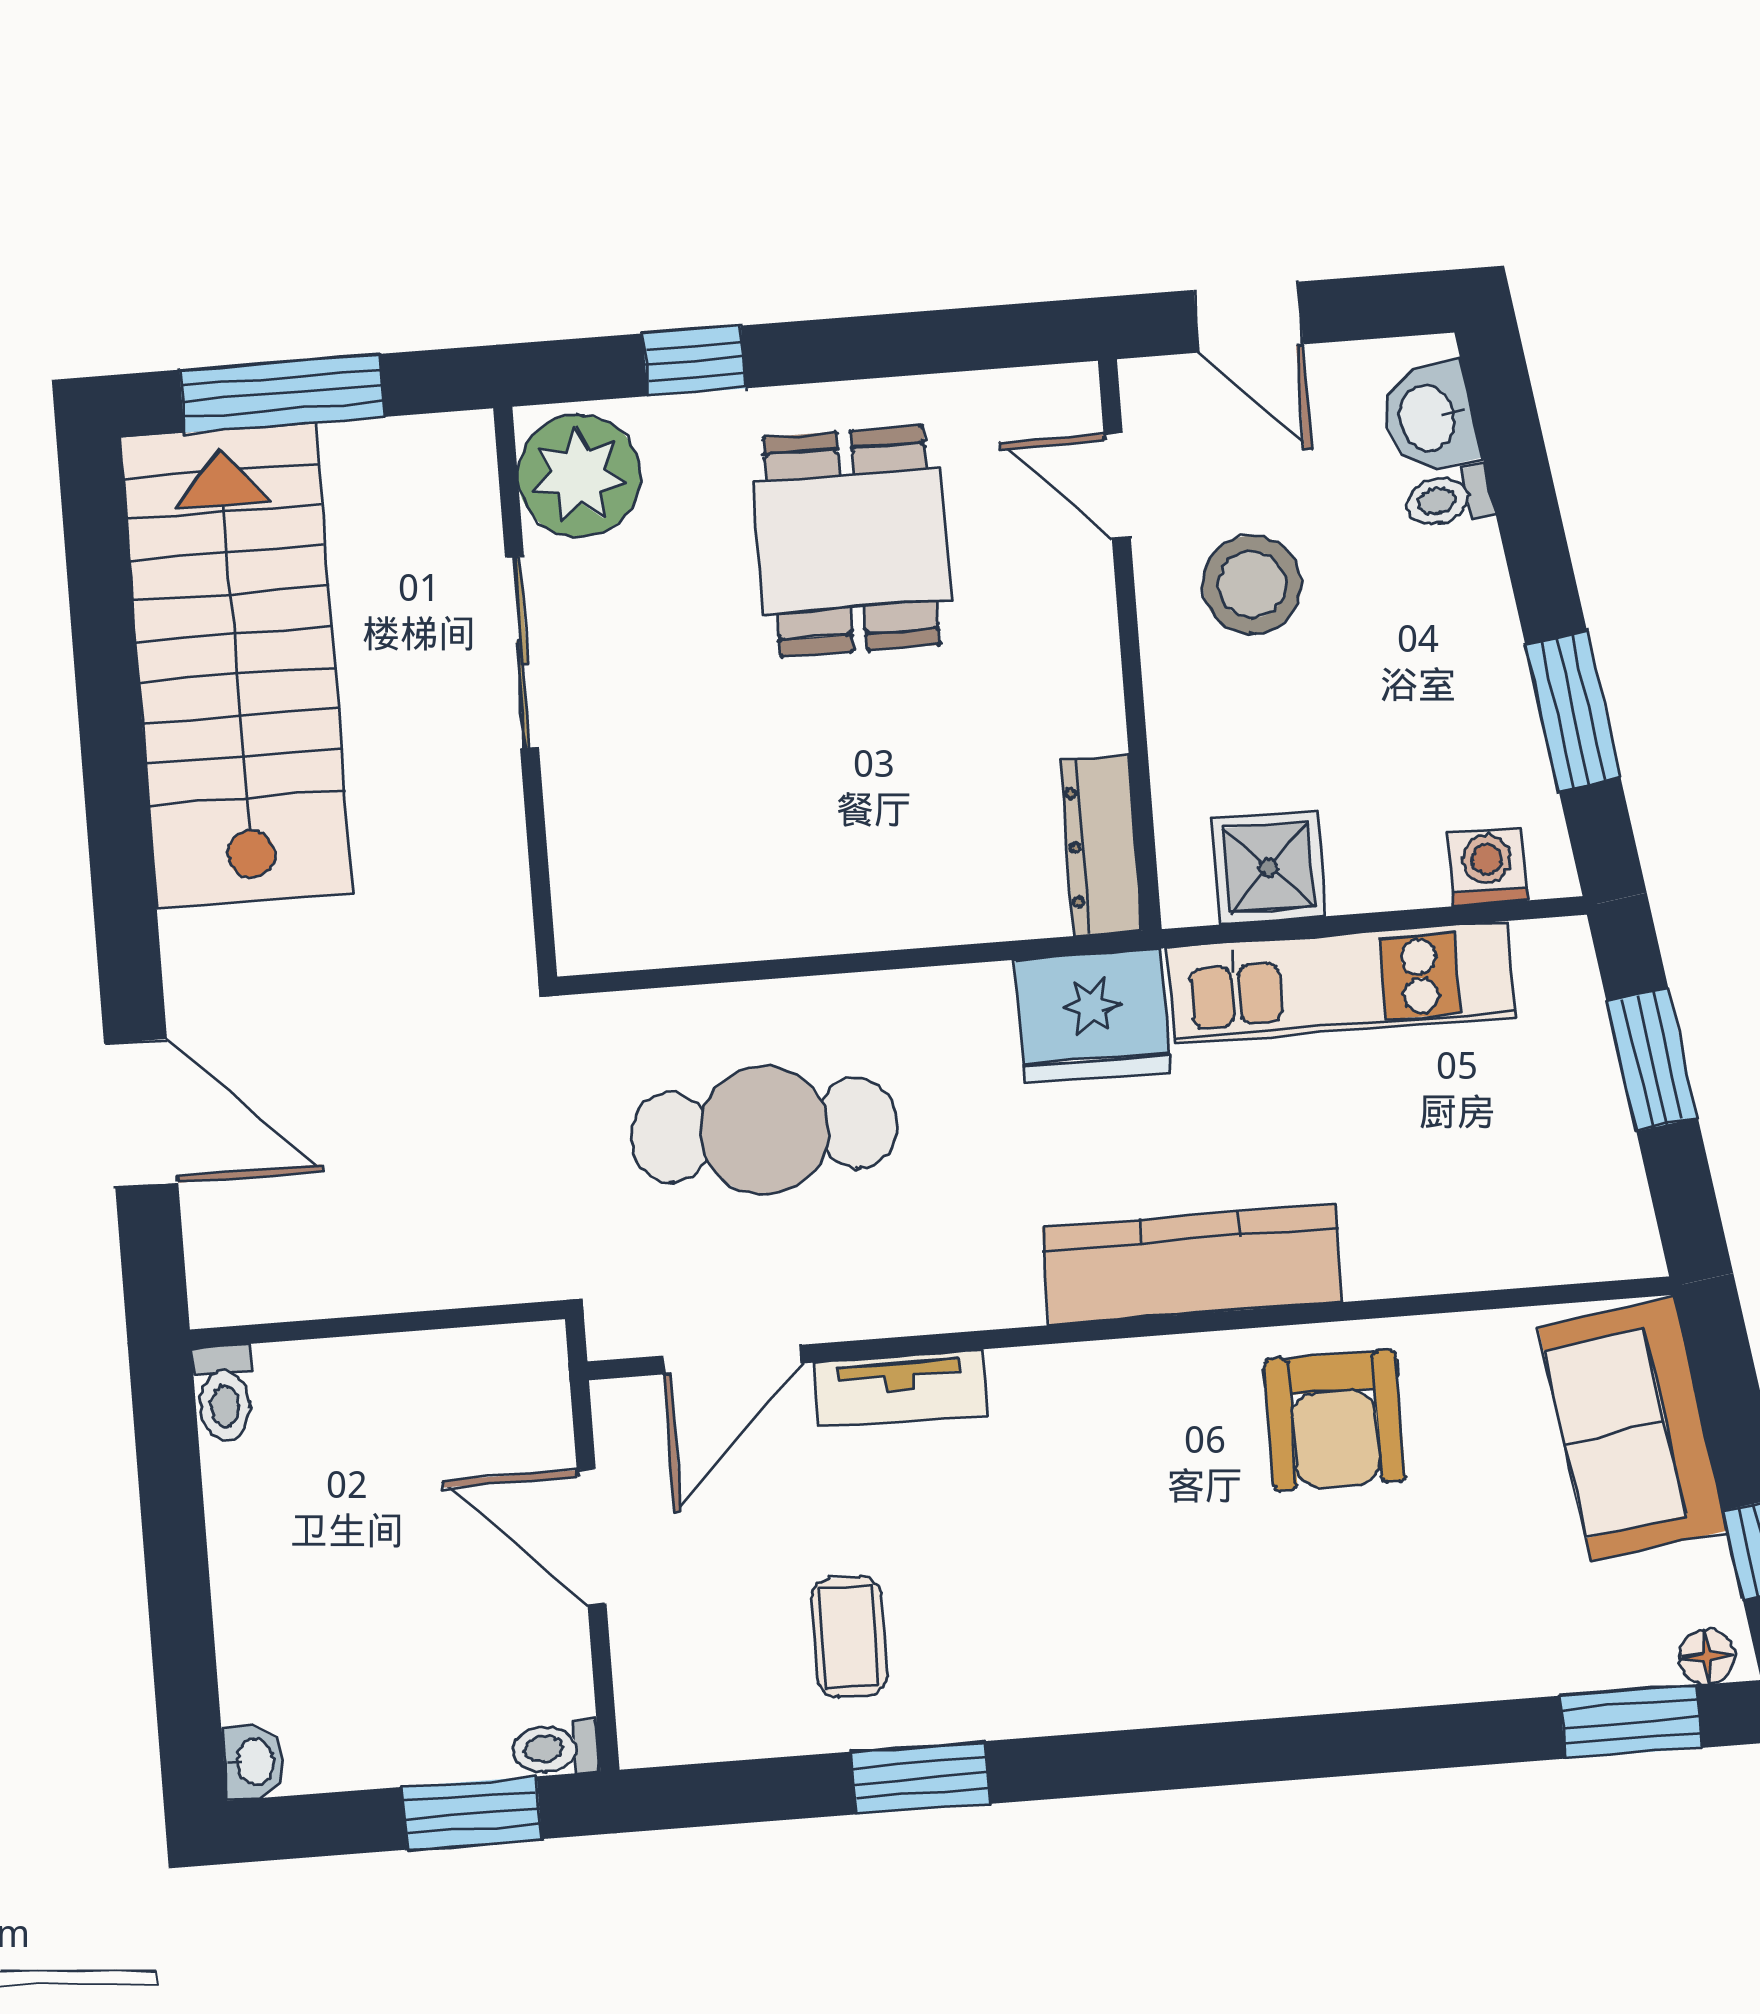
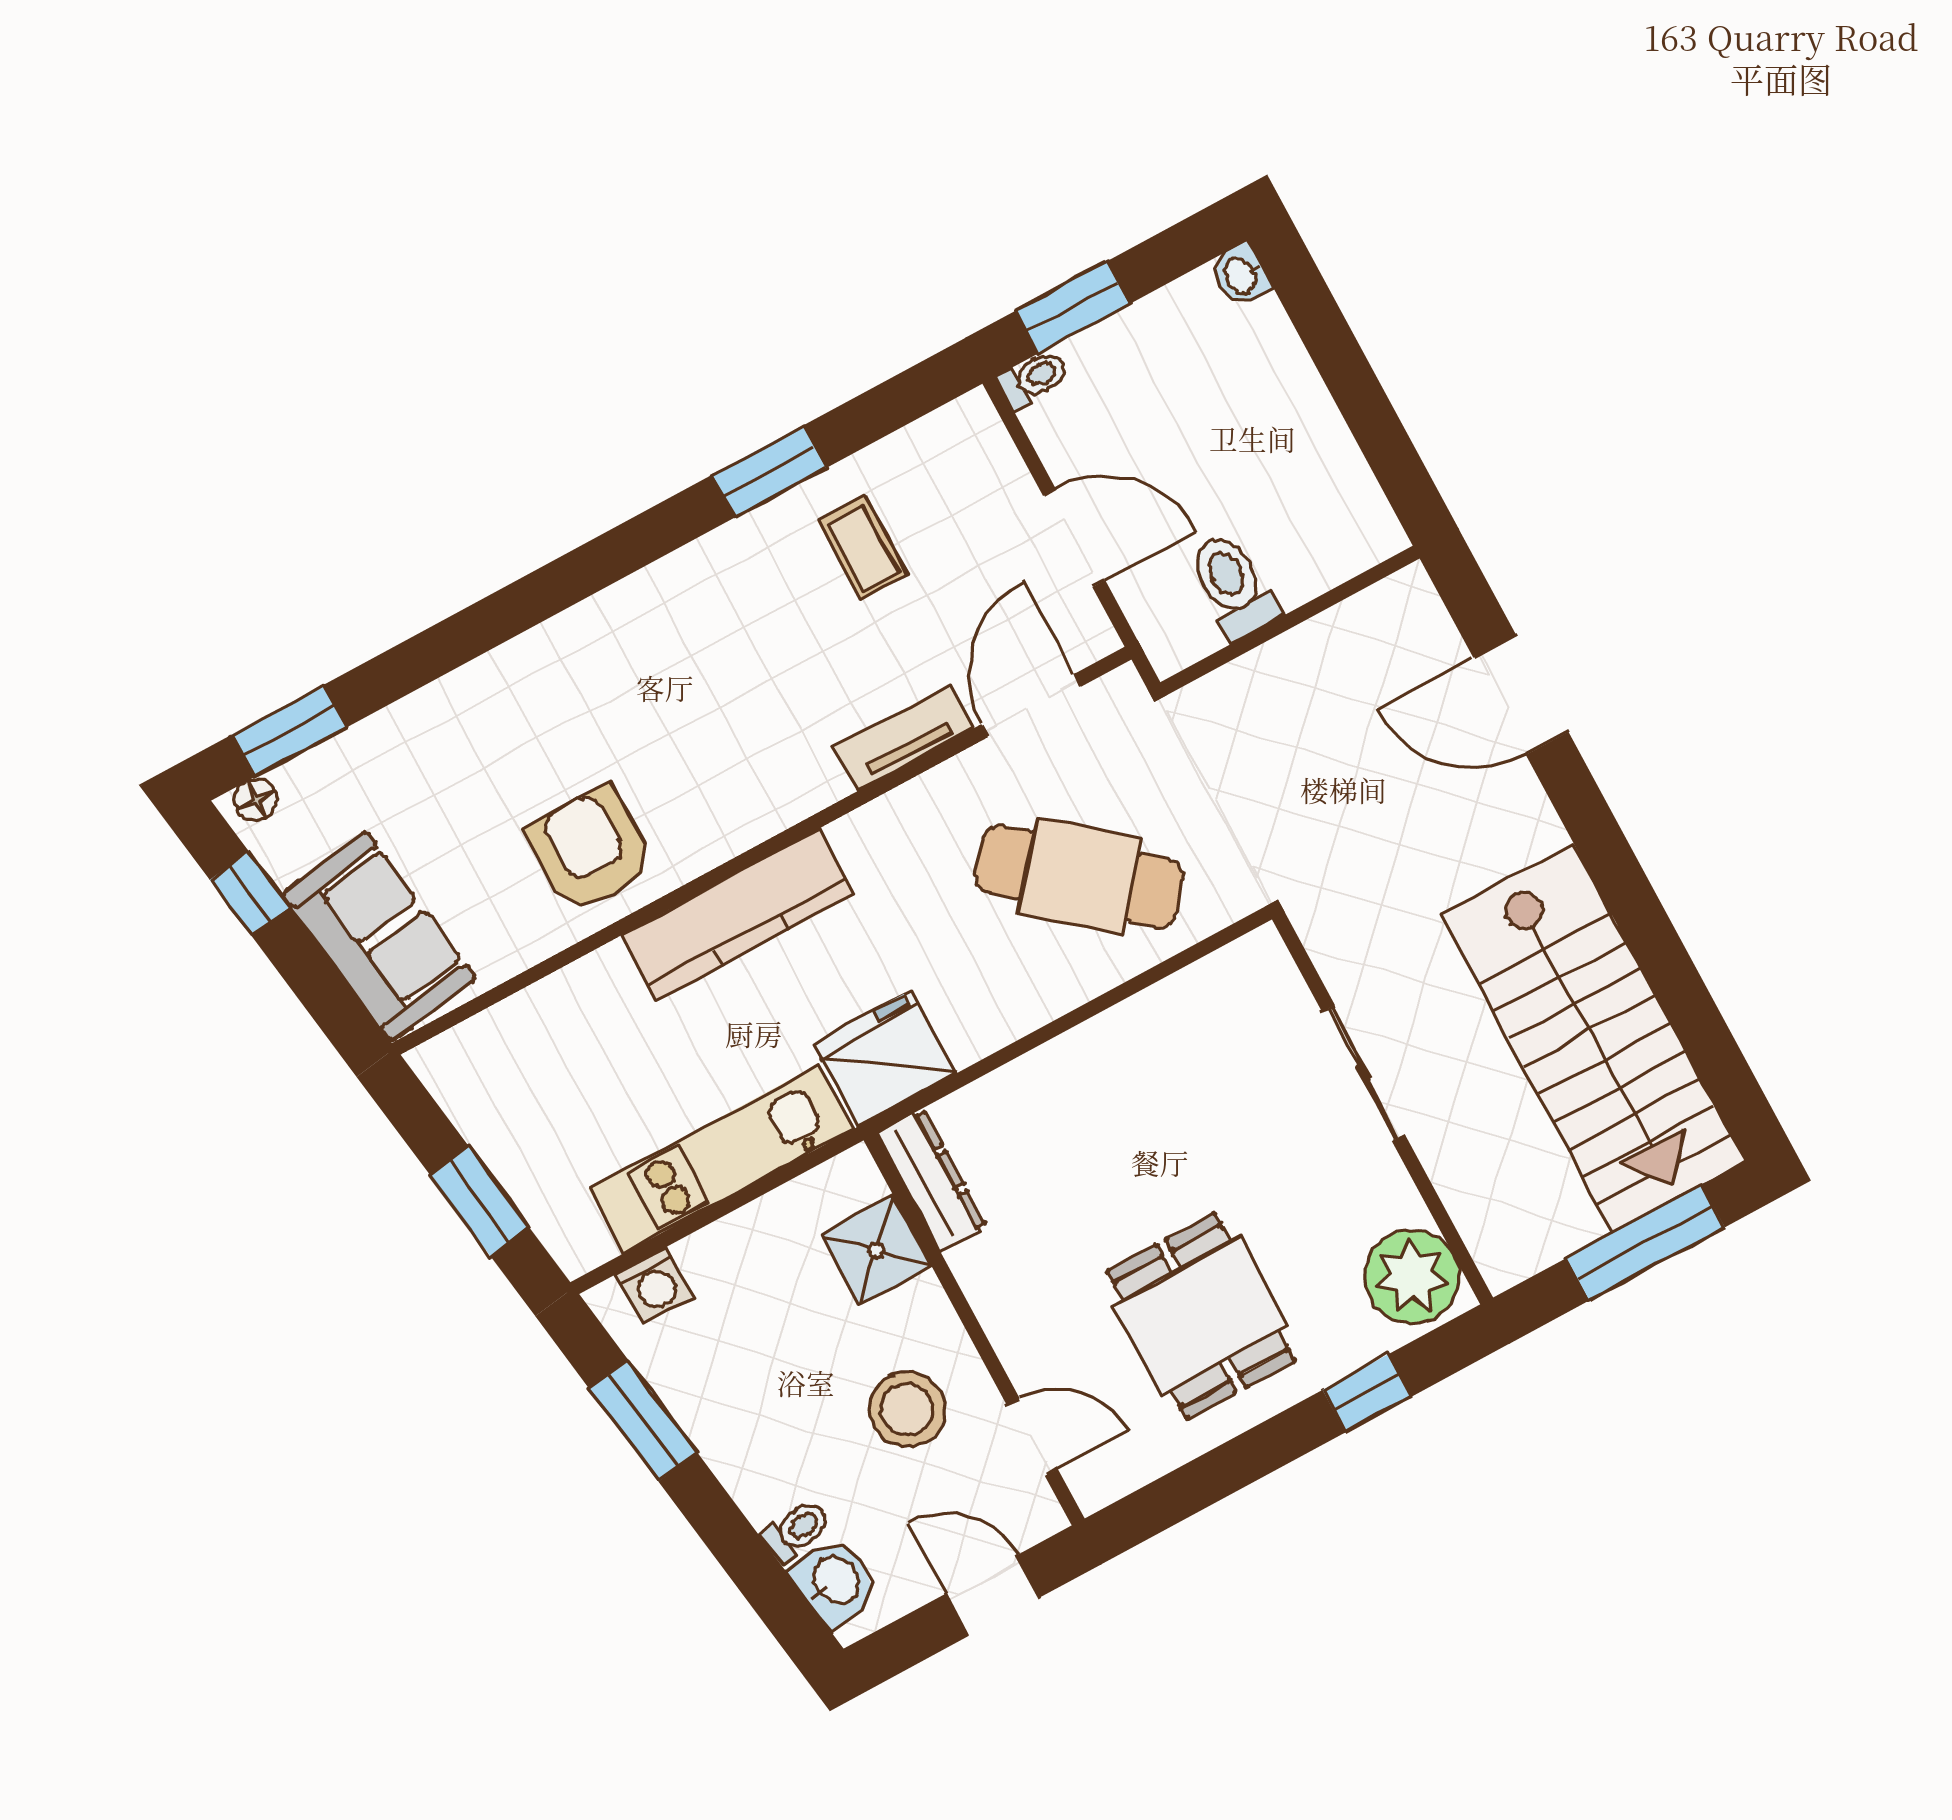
sliding door: (522, 652) -> (1363, 1073), moved
shower: (1269, 867) -> (877, 1250), moved
cafe table: (764, 1130) -> (1079, 876), turned 40
toilet: (224, 1393) -> (1233, 586), moved, width x1.37, depth x1.39

